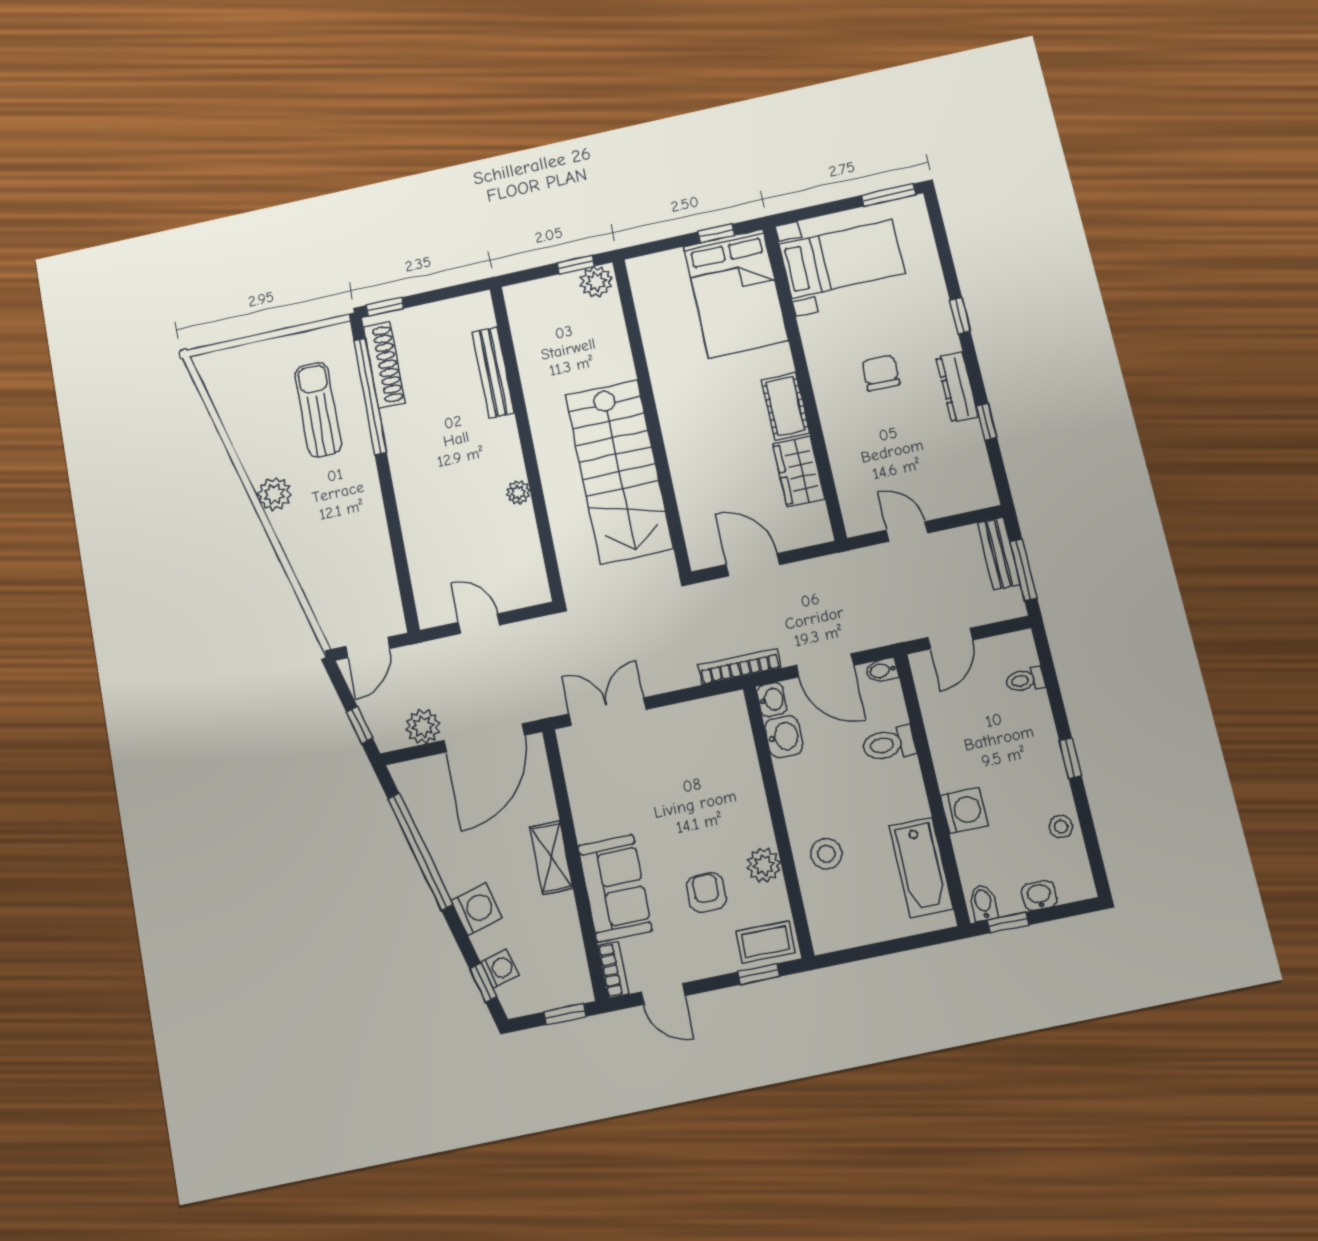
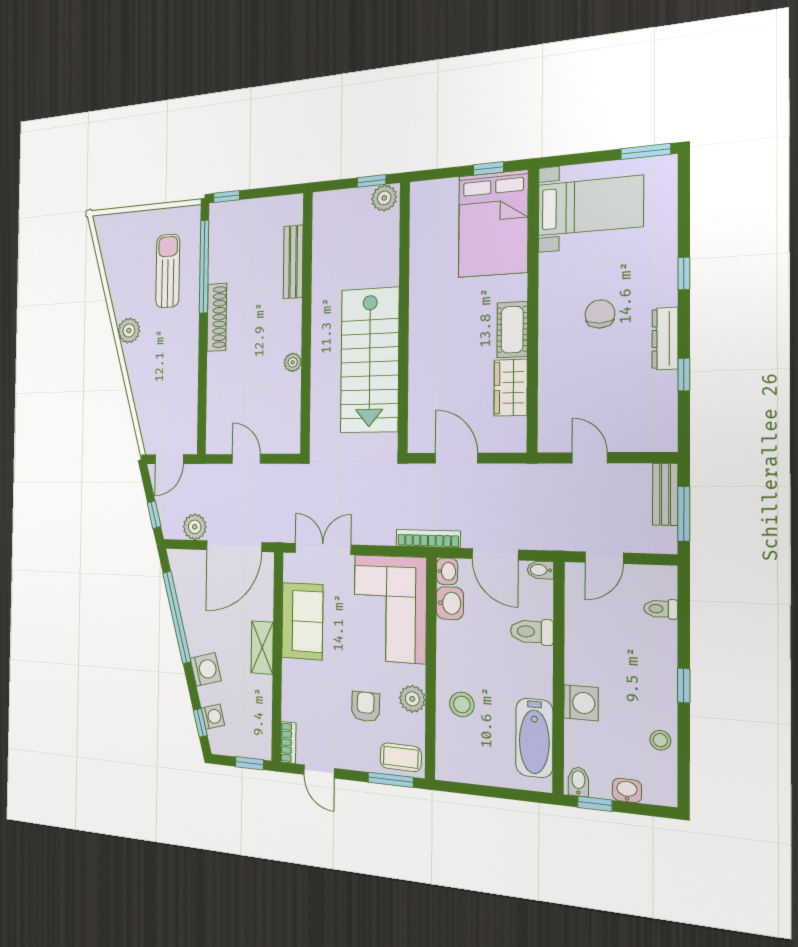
shoe rack: (384, 365) -> (217, 317), moved
corner sofa: (711, 763) -> (390, 609), added
sofa: (615, 888) -> (302, 621), moved
window: (759, 974) -> (391, 780), width x1.50

